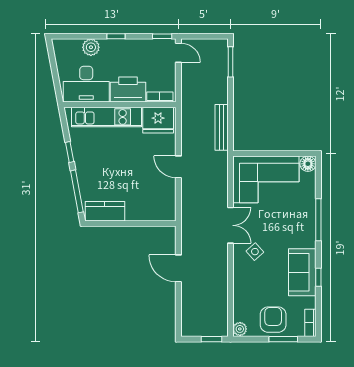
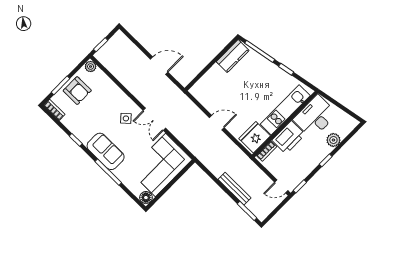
bench: (222, 127) -> (235, 189), moved
sofa: (302, 272) -> (106, 151), moved

